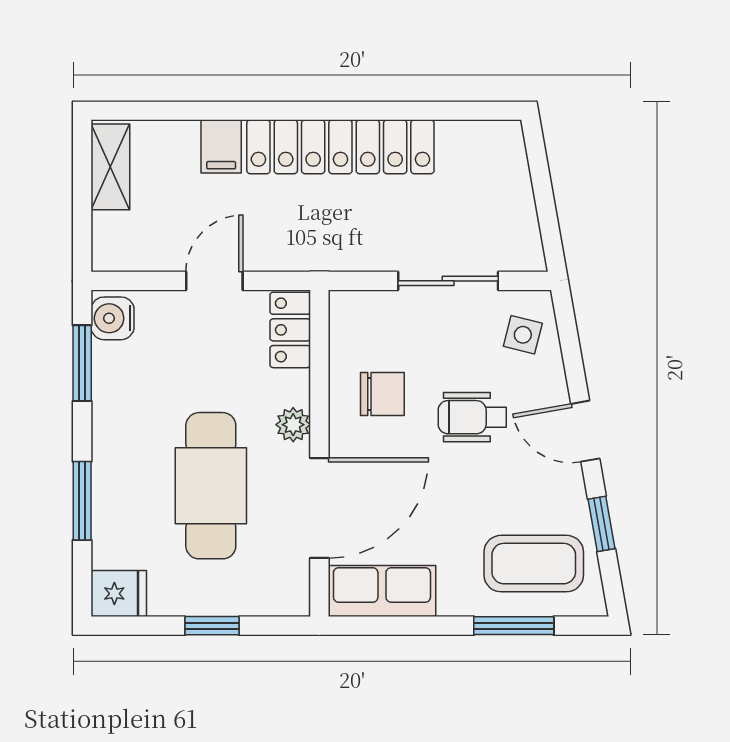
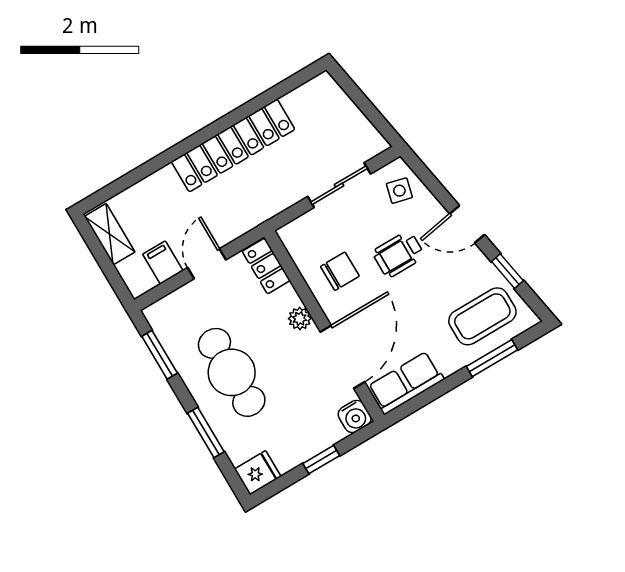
filing cabinet: (221, 146) -> (163, 263), moved, turned 180
water cooler: (113, 318) -> (355, 416), moved, turned -90
cafe table: (211, 486) -> (232, 372), moved

